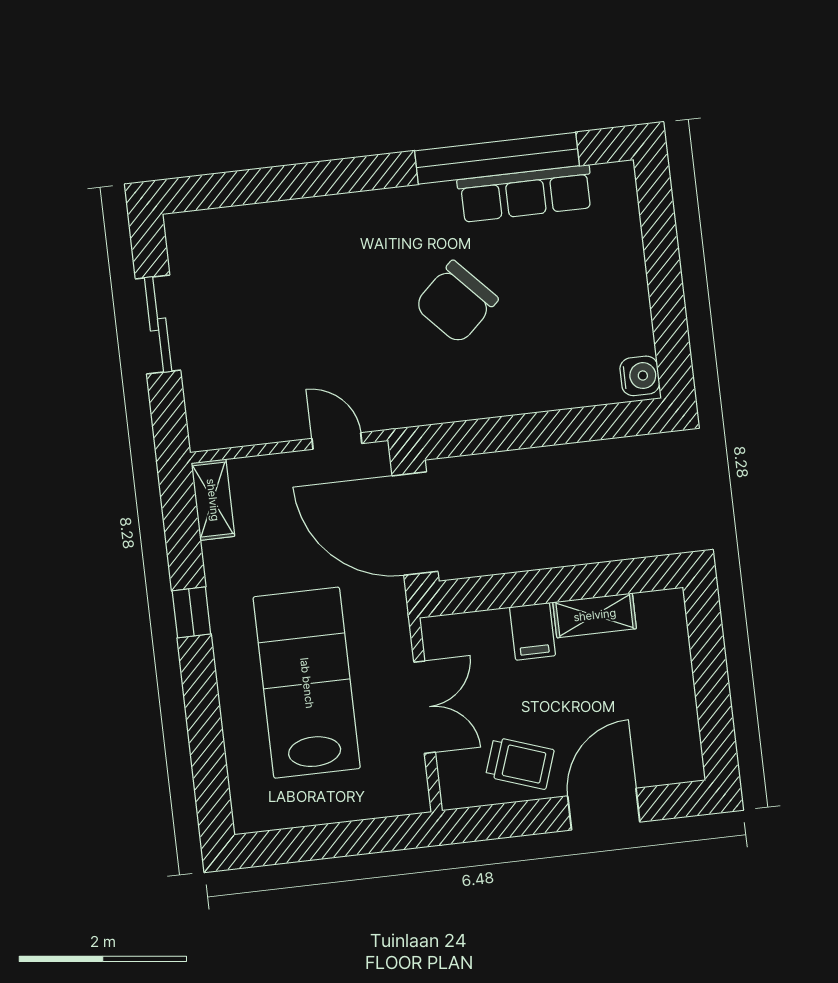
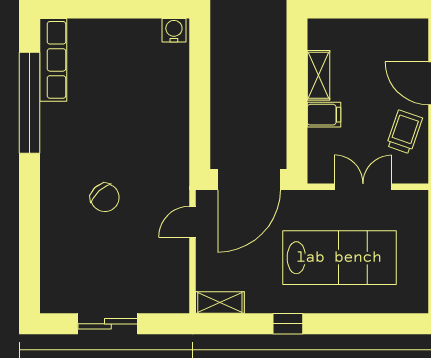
row of seats: (525, 194) -> (53, 60), moved
chair: (456, 302) -> (105, 198), moved, width x0.73, depth x0.73
lab bench: (307, 683) -> (339, 258), turned 180

